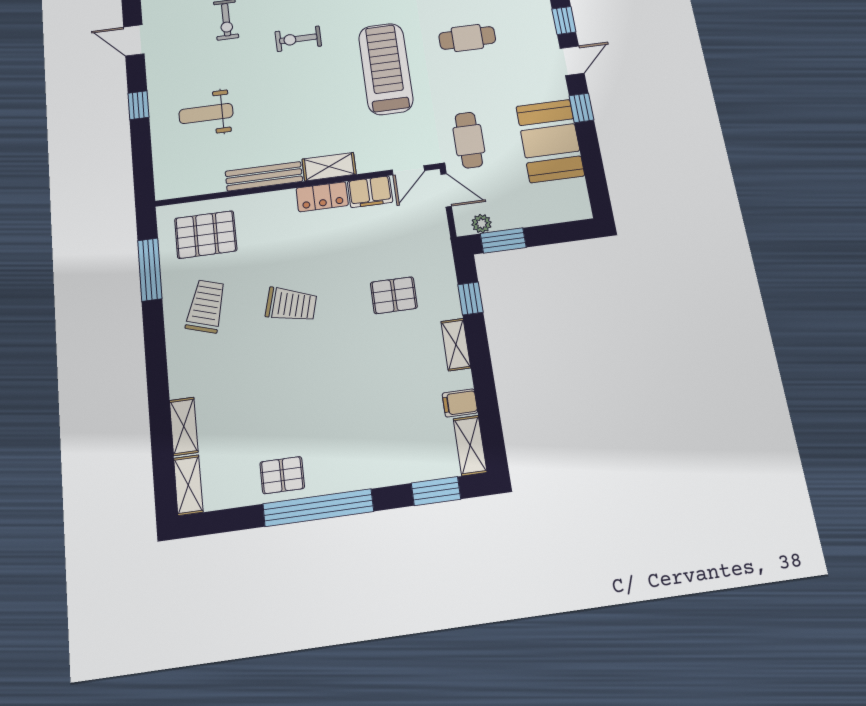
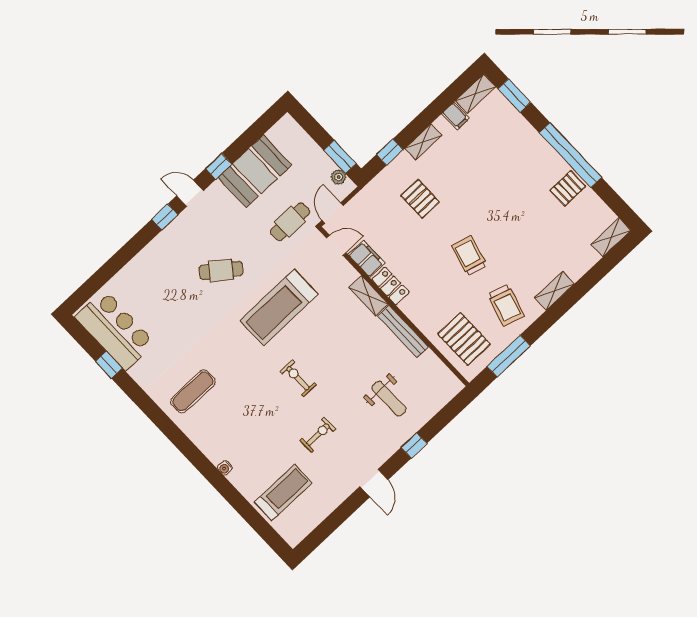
cafe table: (467, 38) -> (221, 270), turned -53
exercise bike: (298, 39) -> (298, 378), turned 180
trolley: (206, 306) -> (506, 305), turned -90
shelving: (184, 426) -> (554, 291), moved
pallet: (282, 475) -> (568, 188), turned 90

